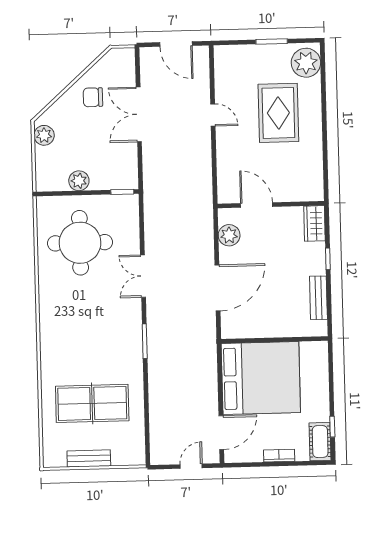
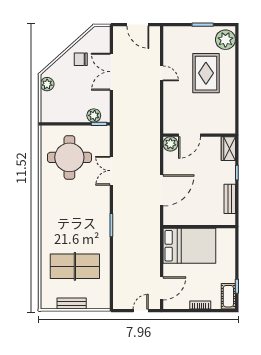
plant: (79, 181) -> (94, 115), moved
door: (257, 205) -> (190, 135), swing flipped
plant: (229, 235) -> (170, 144), moved
double door: (143, 276) -> (111, 171), moved
bed: (261, 378) -> (189, 246), width x0.73

